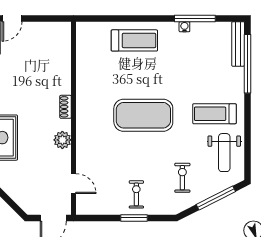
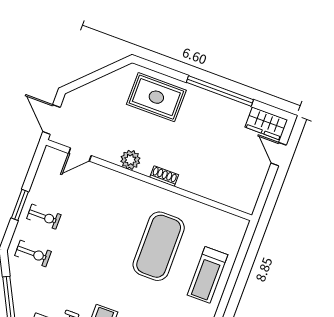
exercise mat: (143, 115) -> (159, 246), moved
exercise bike: (182, 178) -> (33, 253), moved

